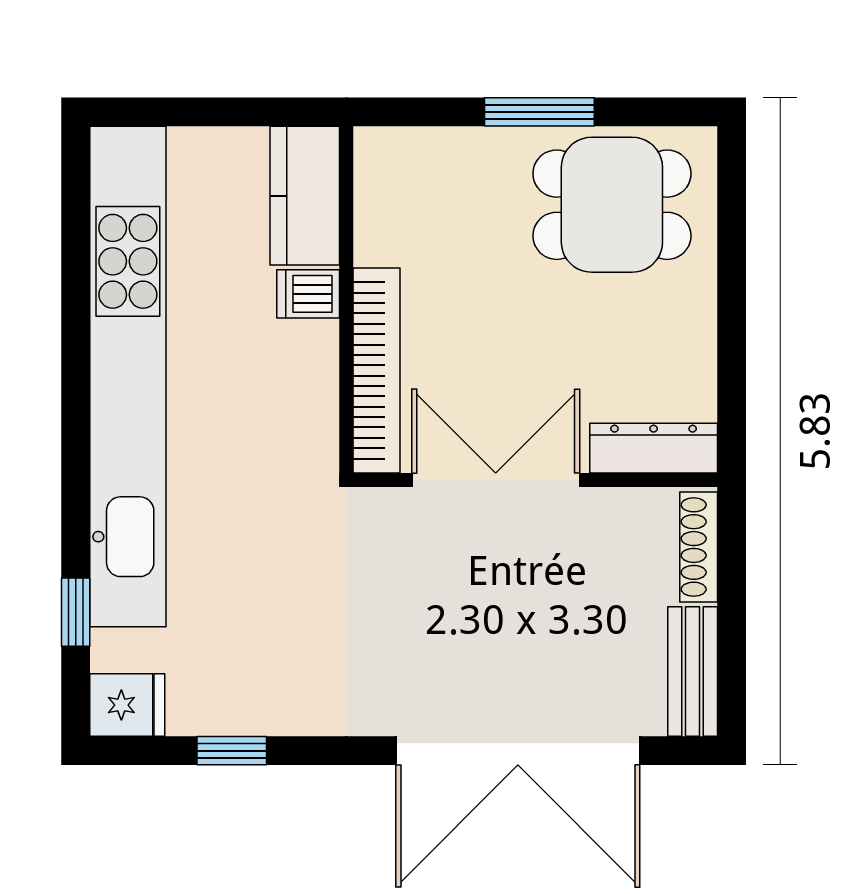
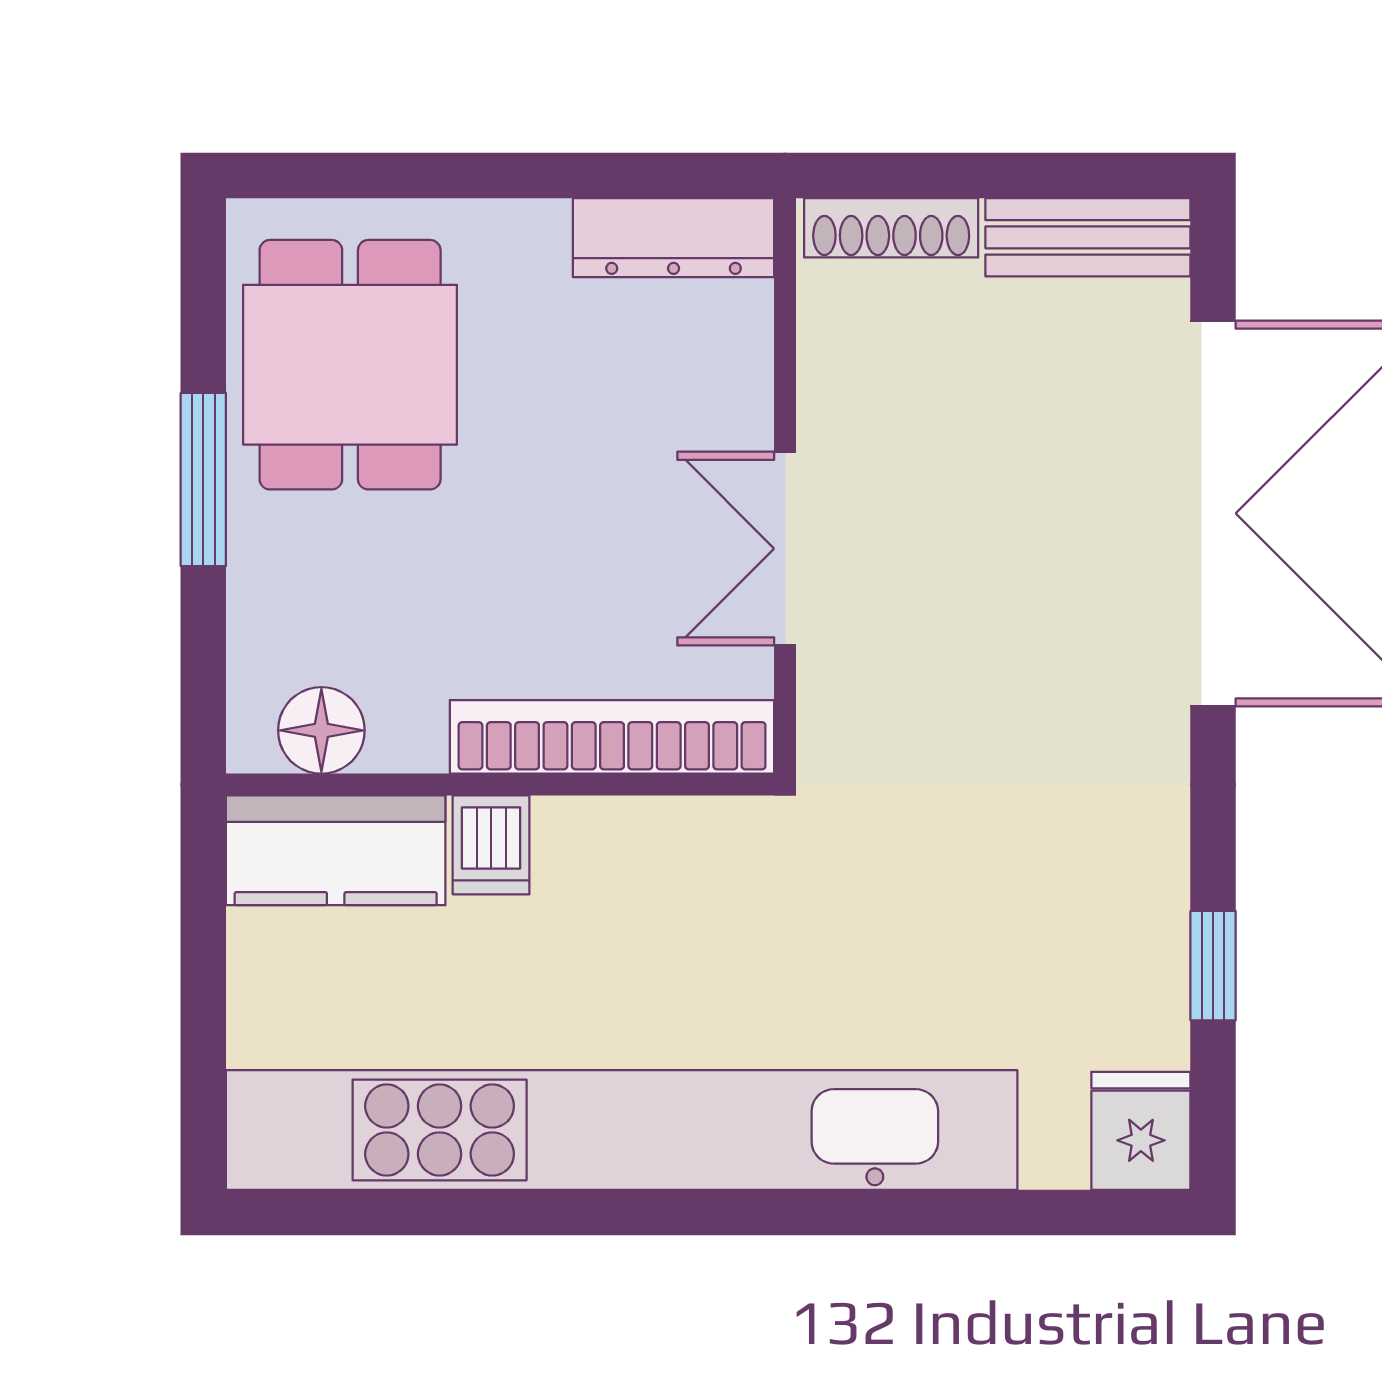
floor lamp: (381, 187) -> (321, 730), added
dresser: (654, 448) -> (674, 238), moved, turned -90
double door: (496, 480) -> (785, 549), width x0.73
window: (76, 612) -> (994, 1213), removed

